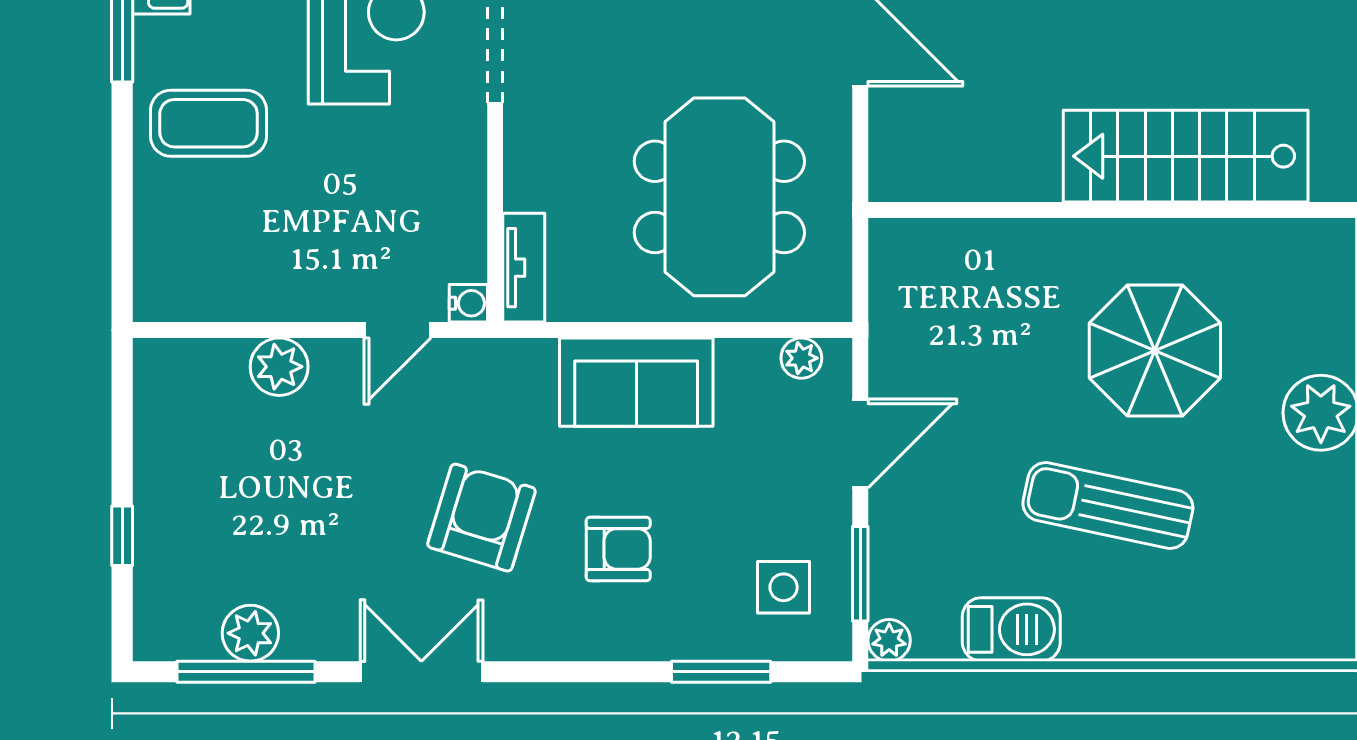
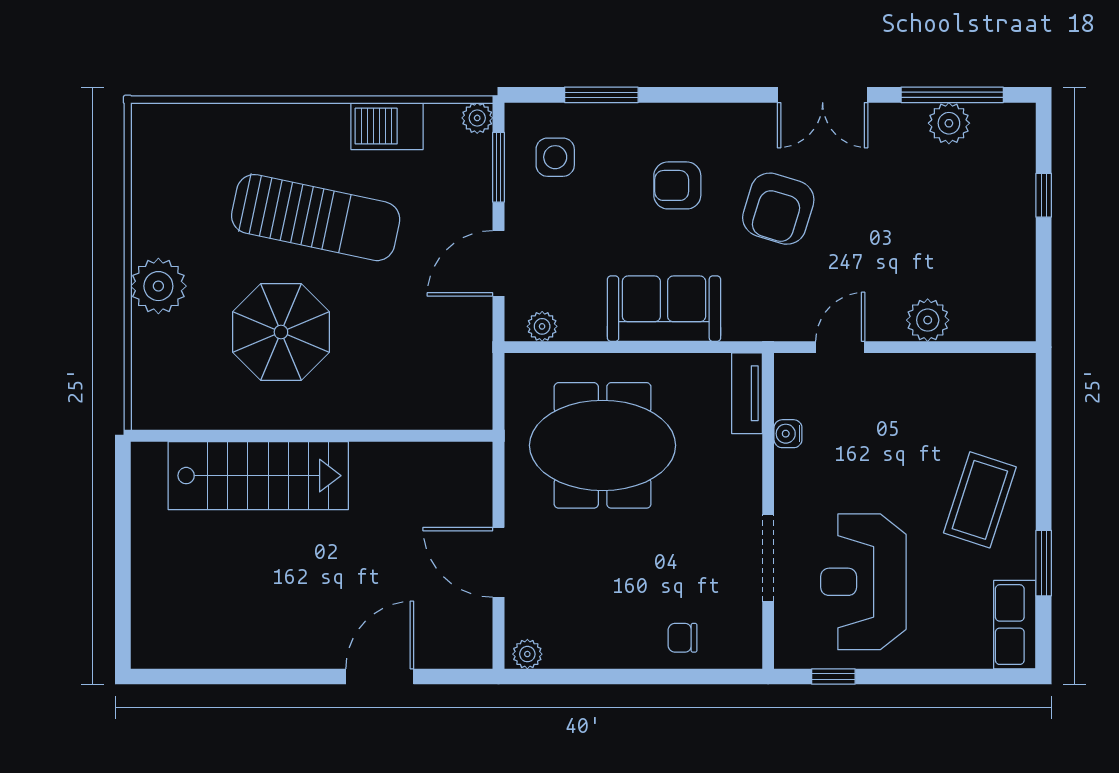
coffee table: (209, 123) -> (980, 500), turned -72
meeting table: (719, 197) -> (603, 445), turned 90
water cooler: (468, 303) -> (788, 434), moved
sun lounger: (1108, 505) -> (316, 218), width x1.36, depth x1.34

